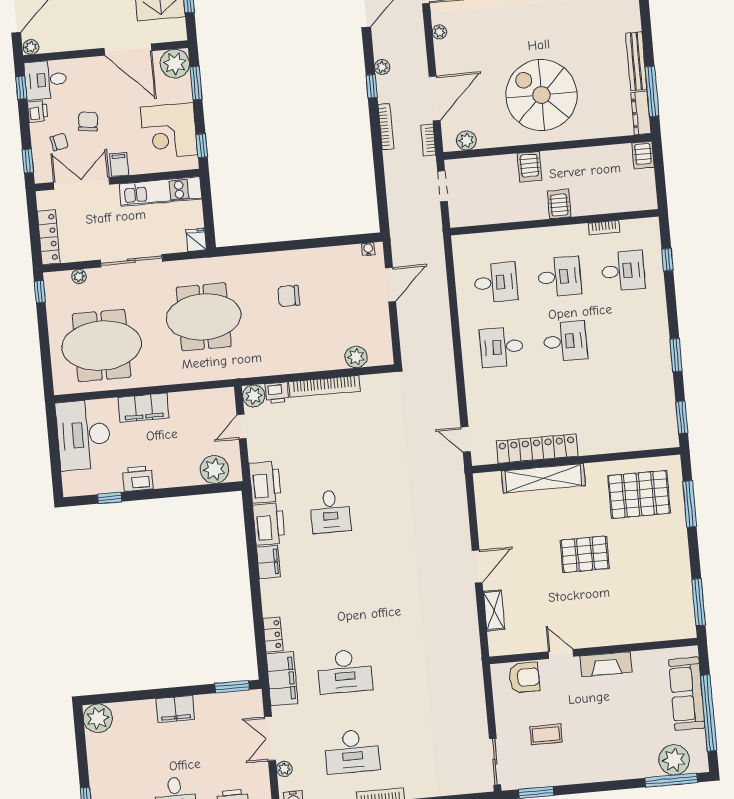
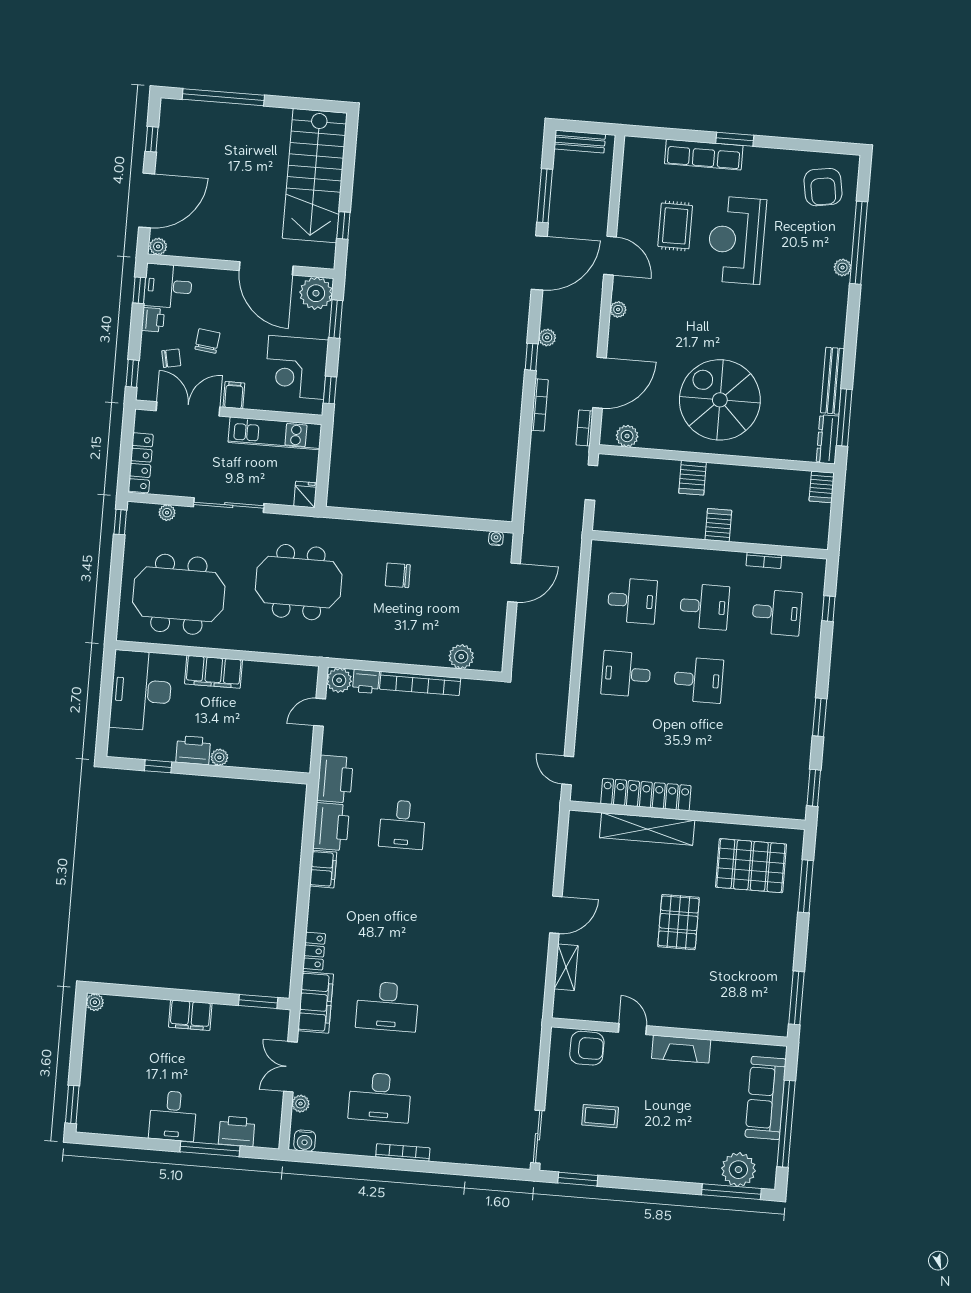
plant: (214, 469) -> (219, 757), moved, width x0.53, depth x0.53
pallet: (585, 554) -> (679, 922), turned 90
plant: (98, 718) -> (95, 1002), width x0.53, depth x0.53

